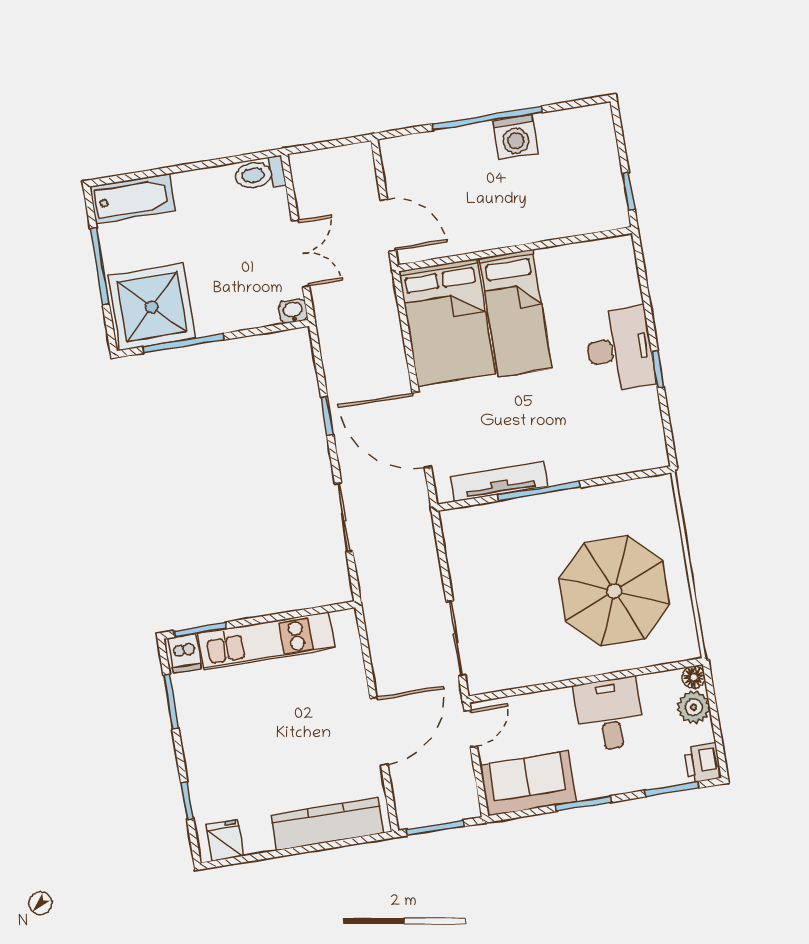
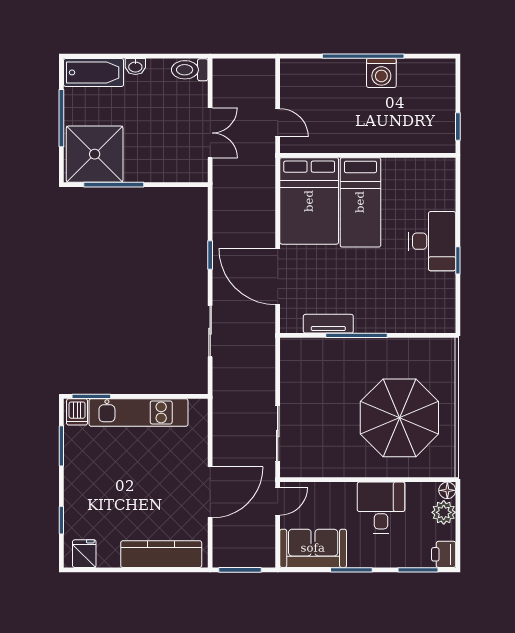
door: (388, 225) -> (278, 123), width x0.73
washbasin: (293, 311) -> (135, 67), moved, turned 180
tv unit: (499, 482) -> (328, 324), width x0.71

